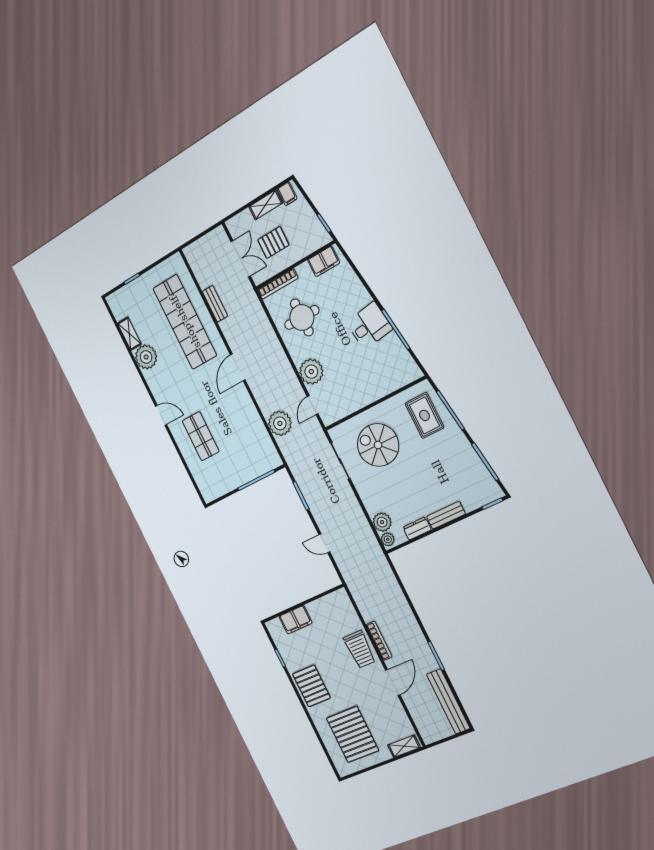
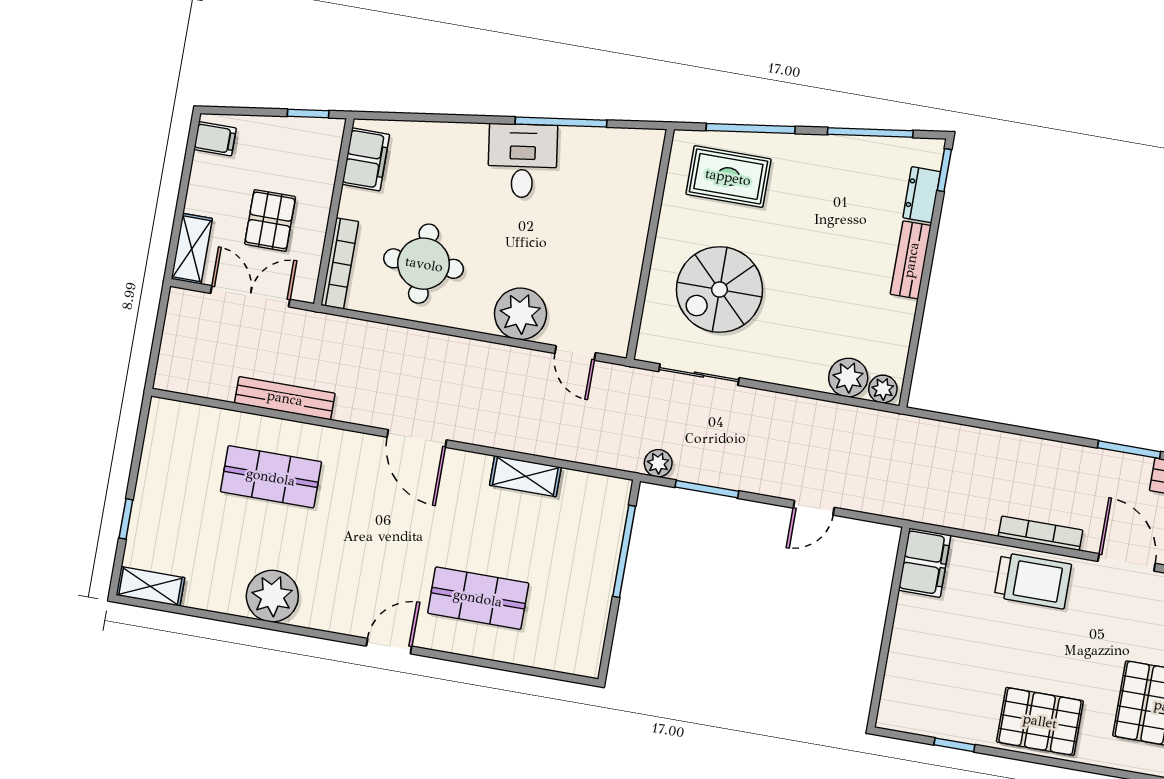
shelving: (266, 205) -> (192, 249), moved
bench: (215, 304) -> (285, 398), width x1.36
shop shelf: (185, 322) -> (271, 477), width x0.50, depth x0.74
shelving: (129, 334) -> (150, 586), moved
shelving: (255, 421) -> (525, 476), added
plant: (280, 423) -> (658, 463), moved, width x0.53, depth x0.53
dresser: (417, 528) -> (922, 195), moved
filing cabinet: (296, 620) -> (925, 563), moved

